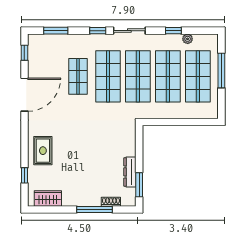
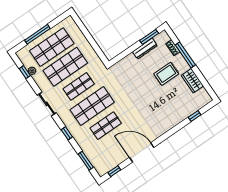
sliding door: (129, 31) -> (47, 104), moved
window: (173, 31) -> (25, 72), moved
shop shelf: (138, 76) -> (79, 86), width x0.70, depth x0.74
rug: (43, 151) -> (166, 74), moved
wardrobe: (48, 198) -> (192, 81), moved

